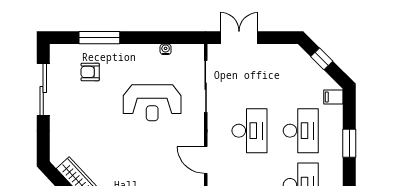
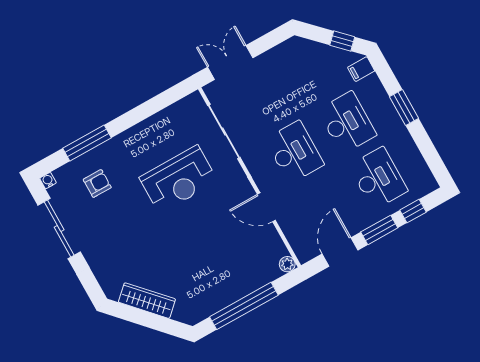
water cooler: (166, 49) -> (48, 181), moved
window: (322, 59) -> (342, 41), moved
armchair: (90, 72) -> (97, 183), turned 180

